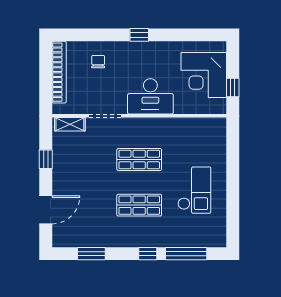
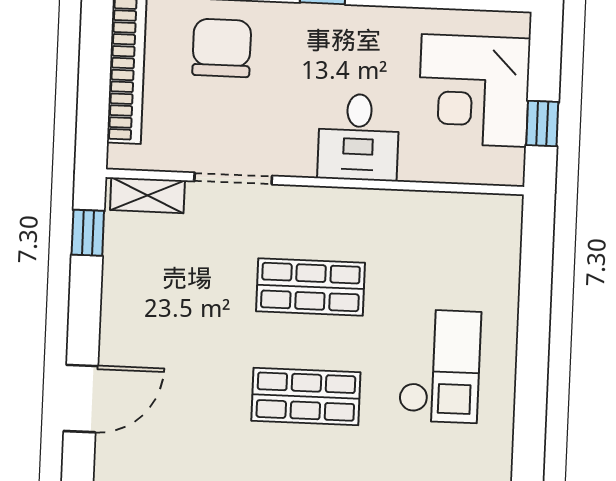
chair: (98, 62) -> (222, 48), width x1.87, depth x1.87
desk: (150, 96) -> (358, 137), width x0.73
window: (46, 159) -> (88, 233), moved

